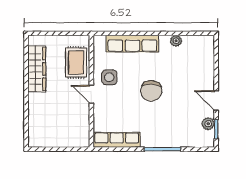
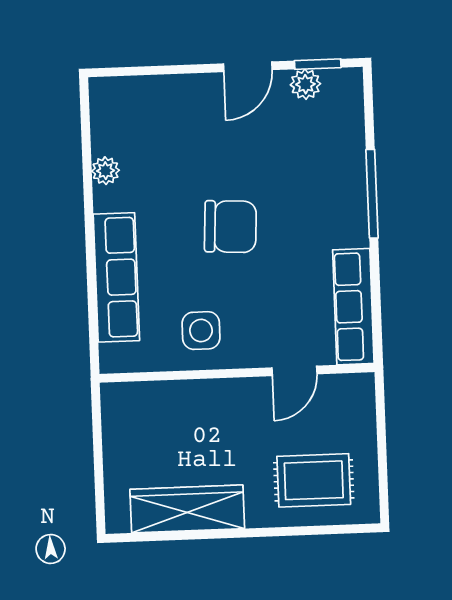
rug: (76, 63) -> (314, 480), moved
door: (91, 94) -> (294, 371), moved

